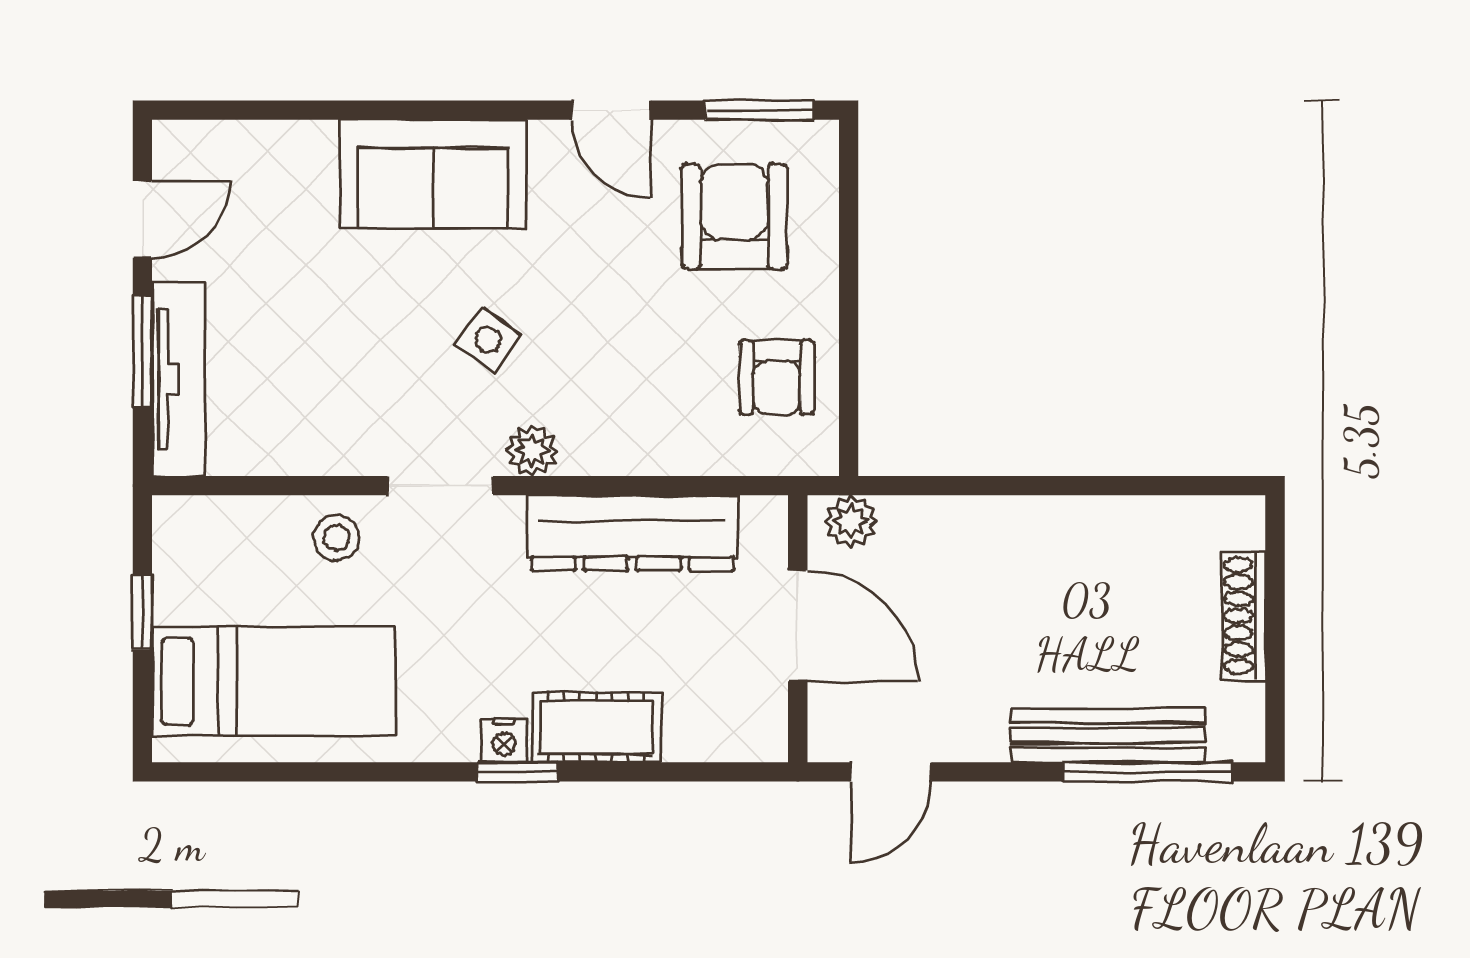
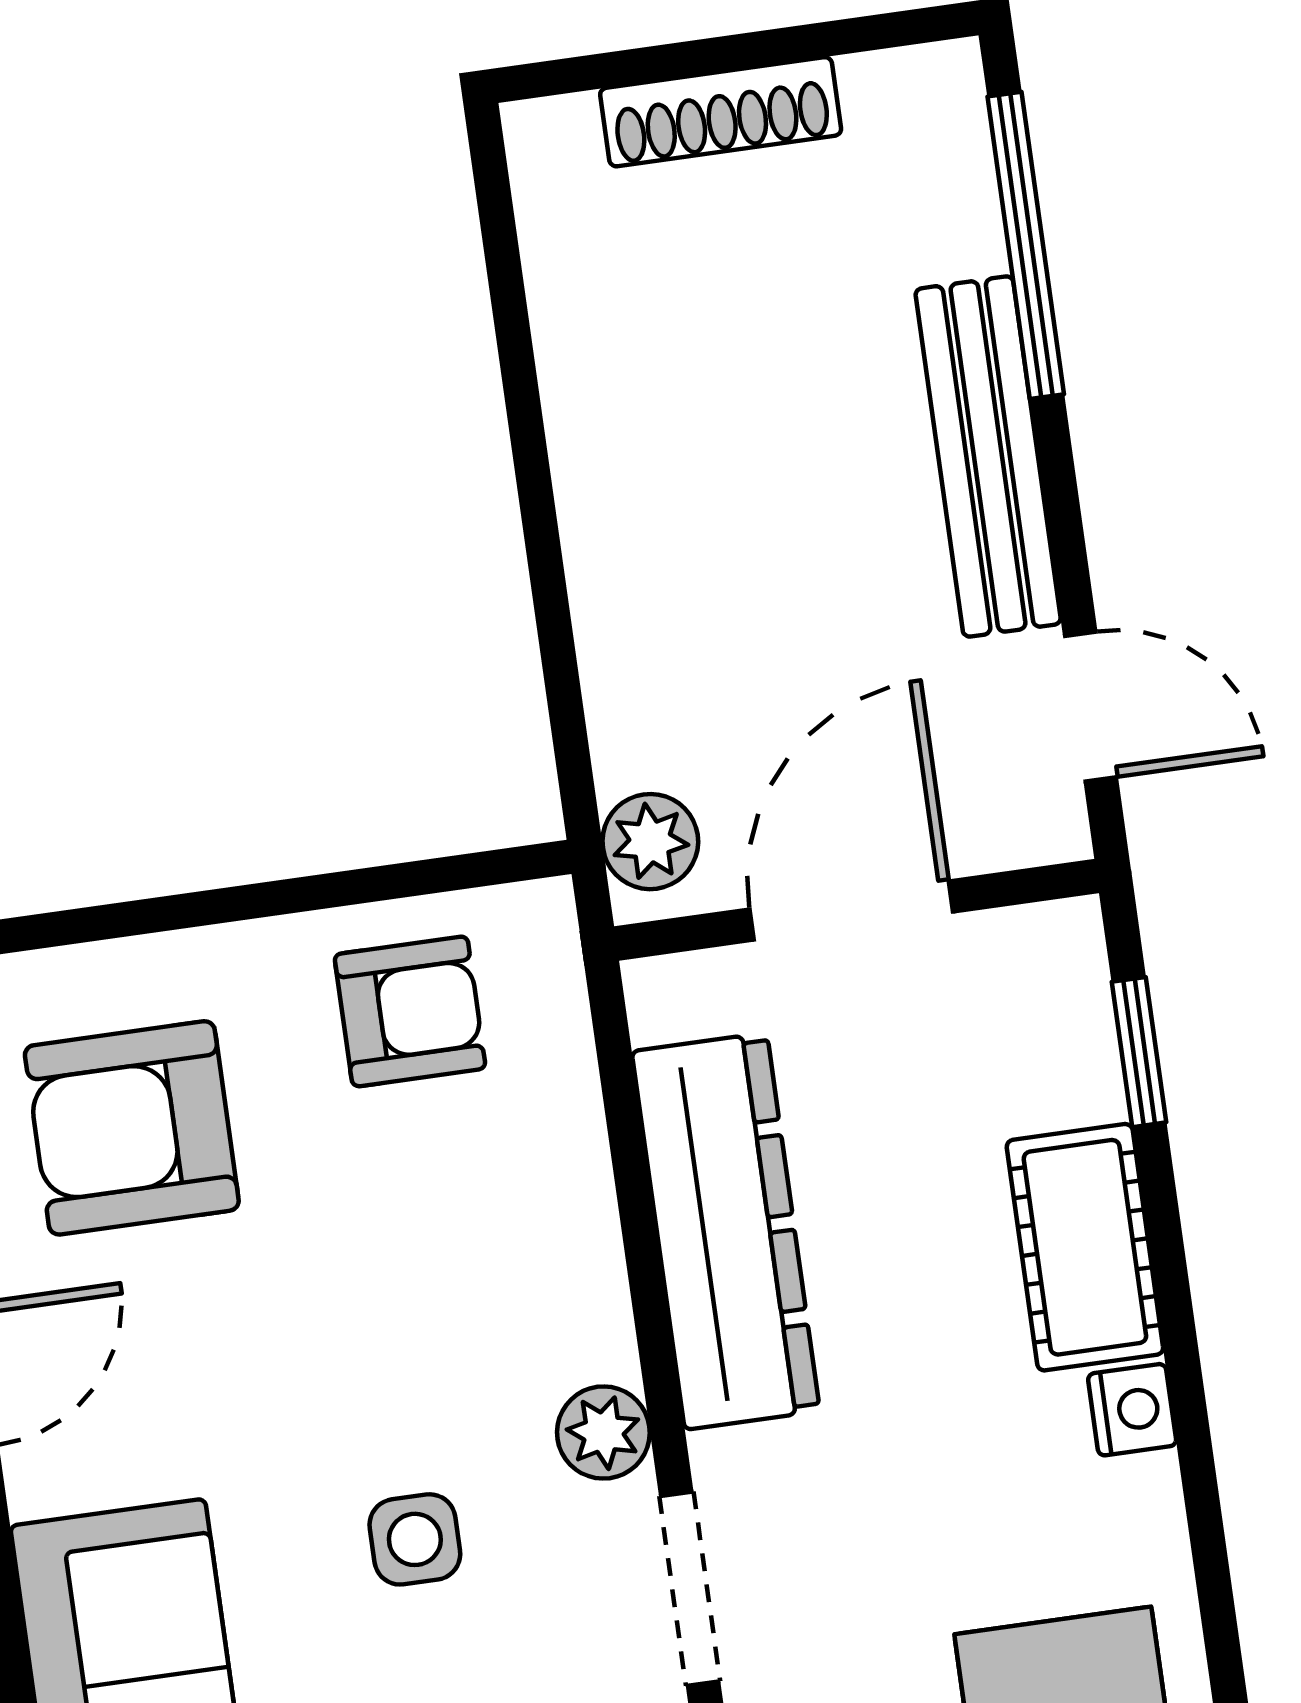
side table: (488, 340) -> (415, 1539), turned -36
bench: (1108, 735) -> (988, 456), moved
window: (517, 772) -> (1139, 1052), moved

